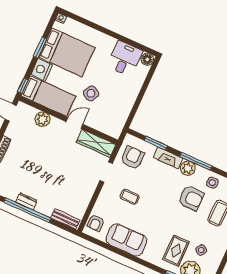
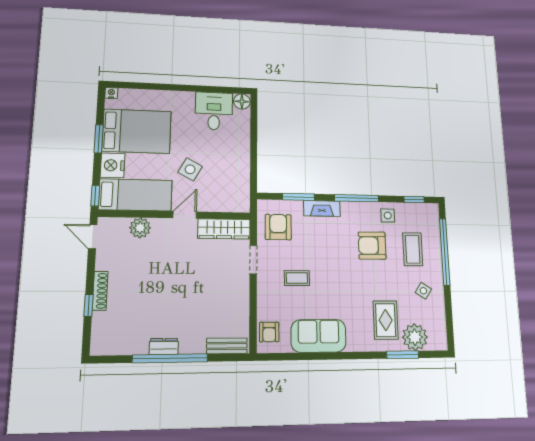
plant: (188, 168) -> (351, 211), removed
armchair: (191, 198) -> (372, 246), turned 180
side table: (201, 250) -> (423, 291), moved

